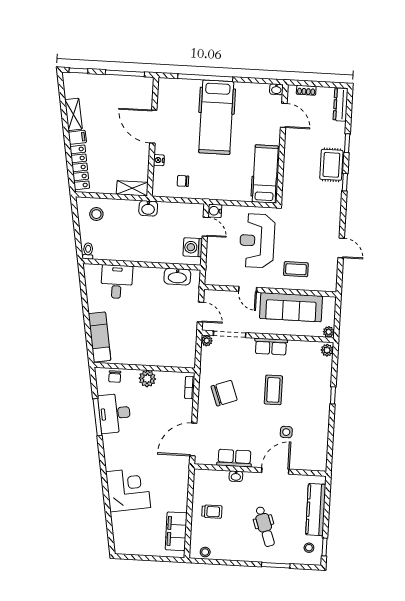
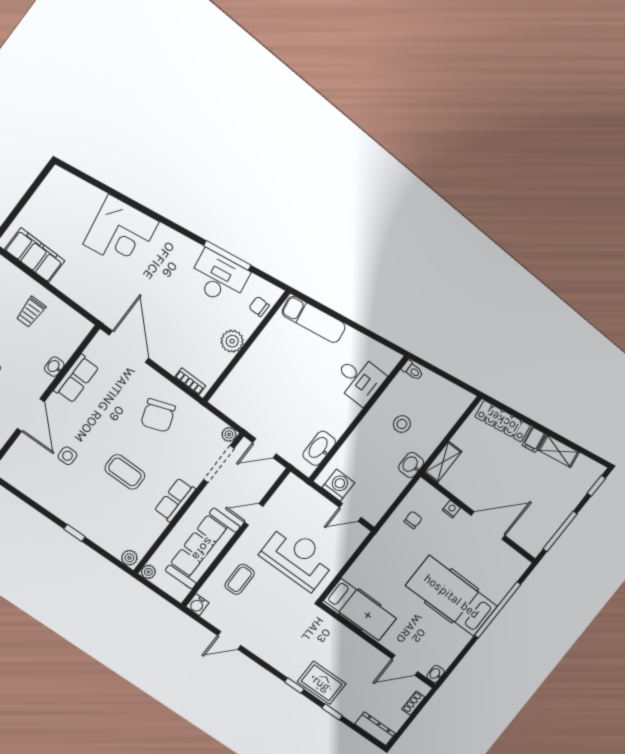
water cooler: (215, 211) -> (197, 605), moved, turned 180
stool: (96, 214) -> (402, 424), moved

